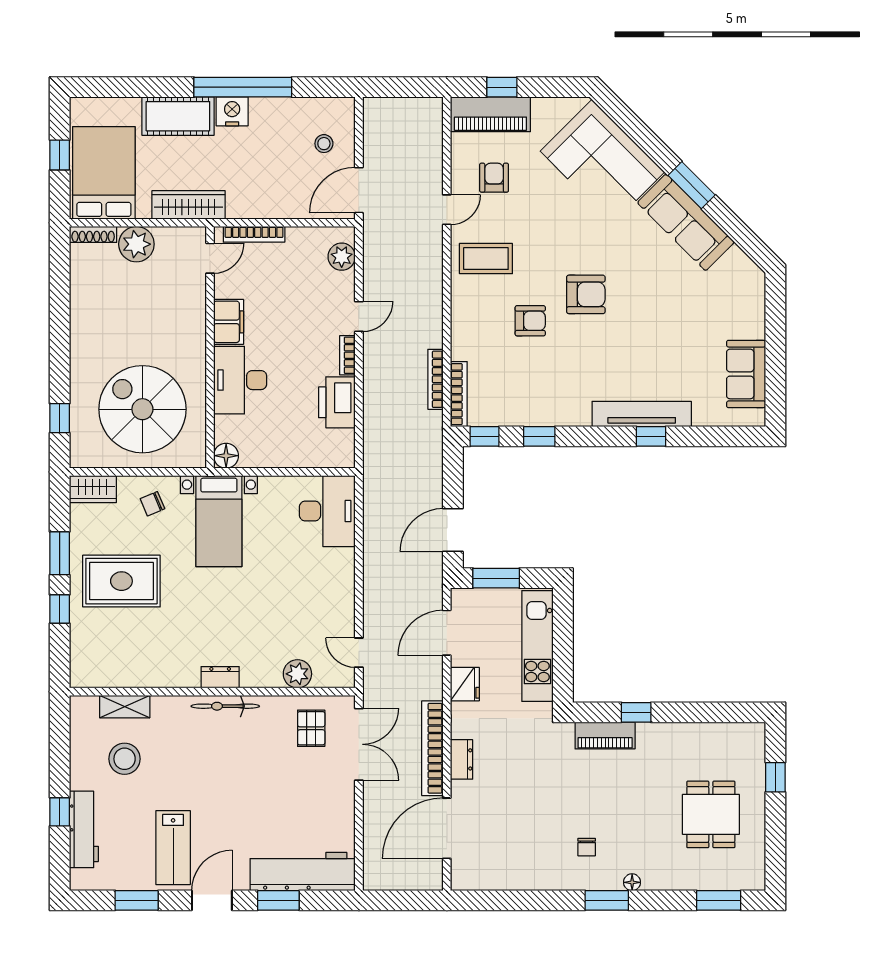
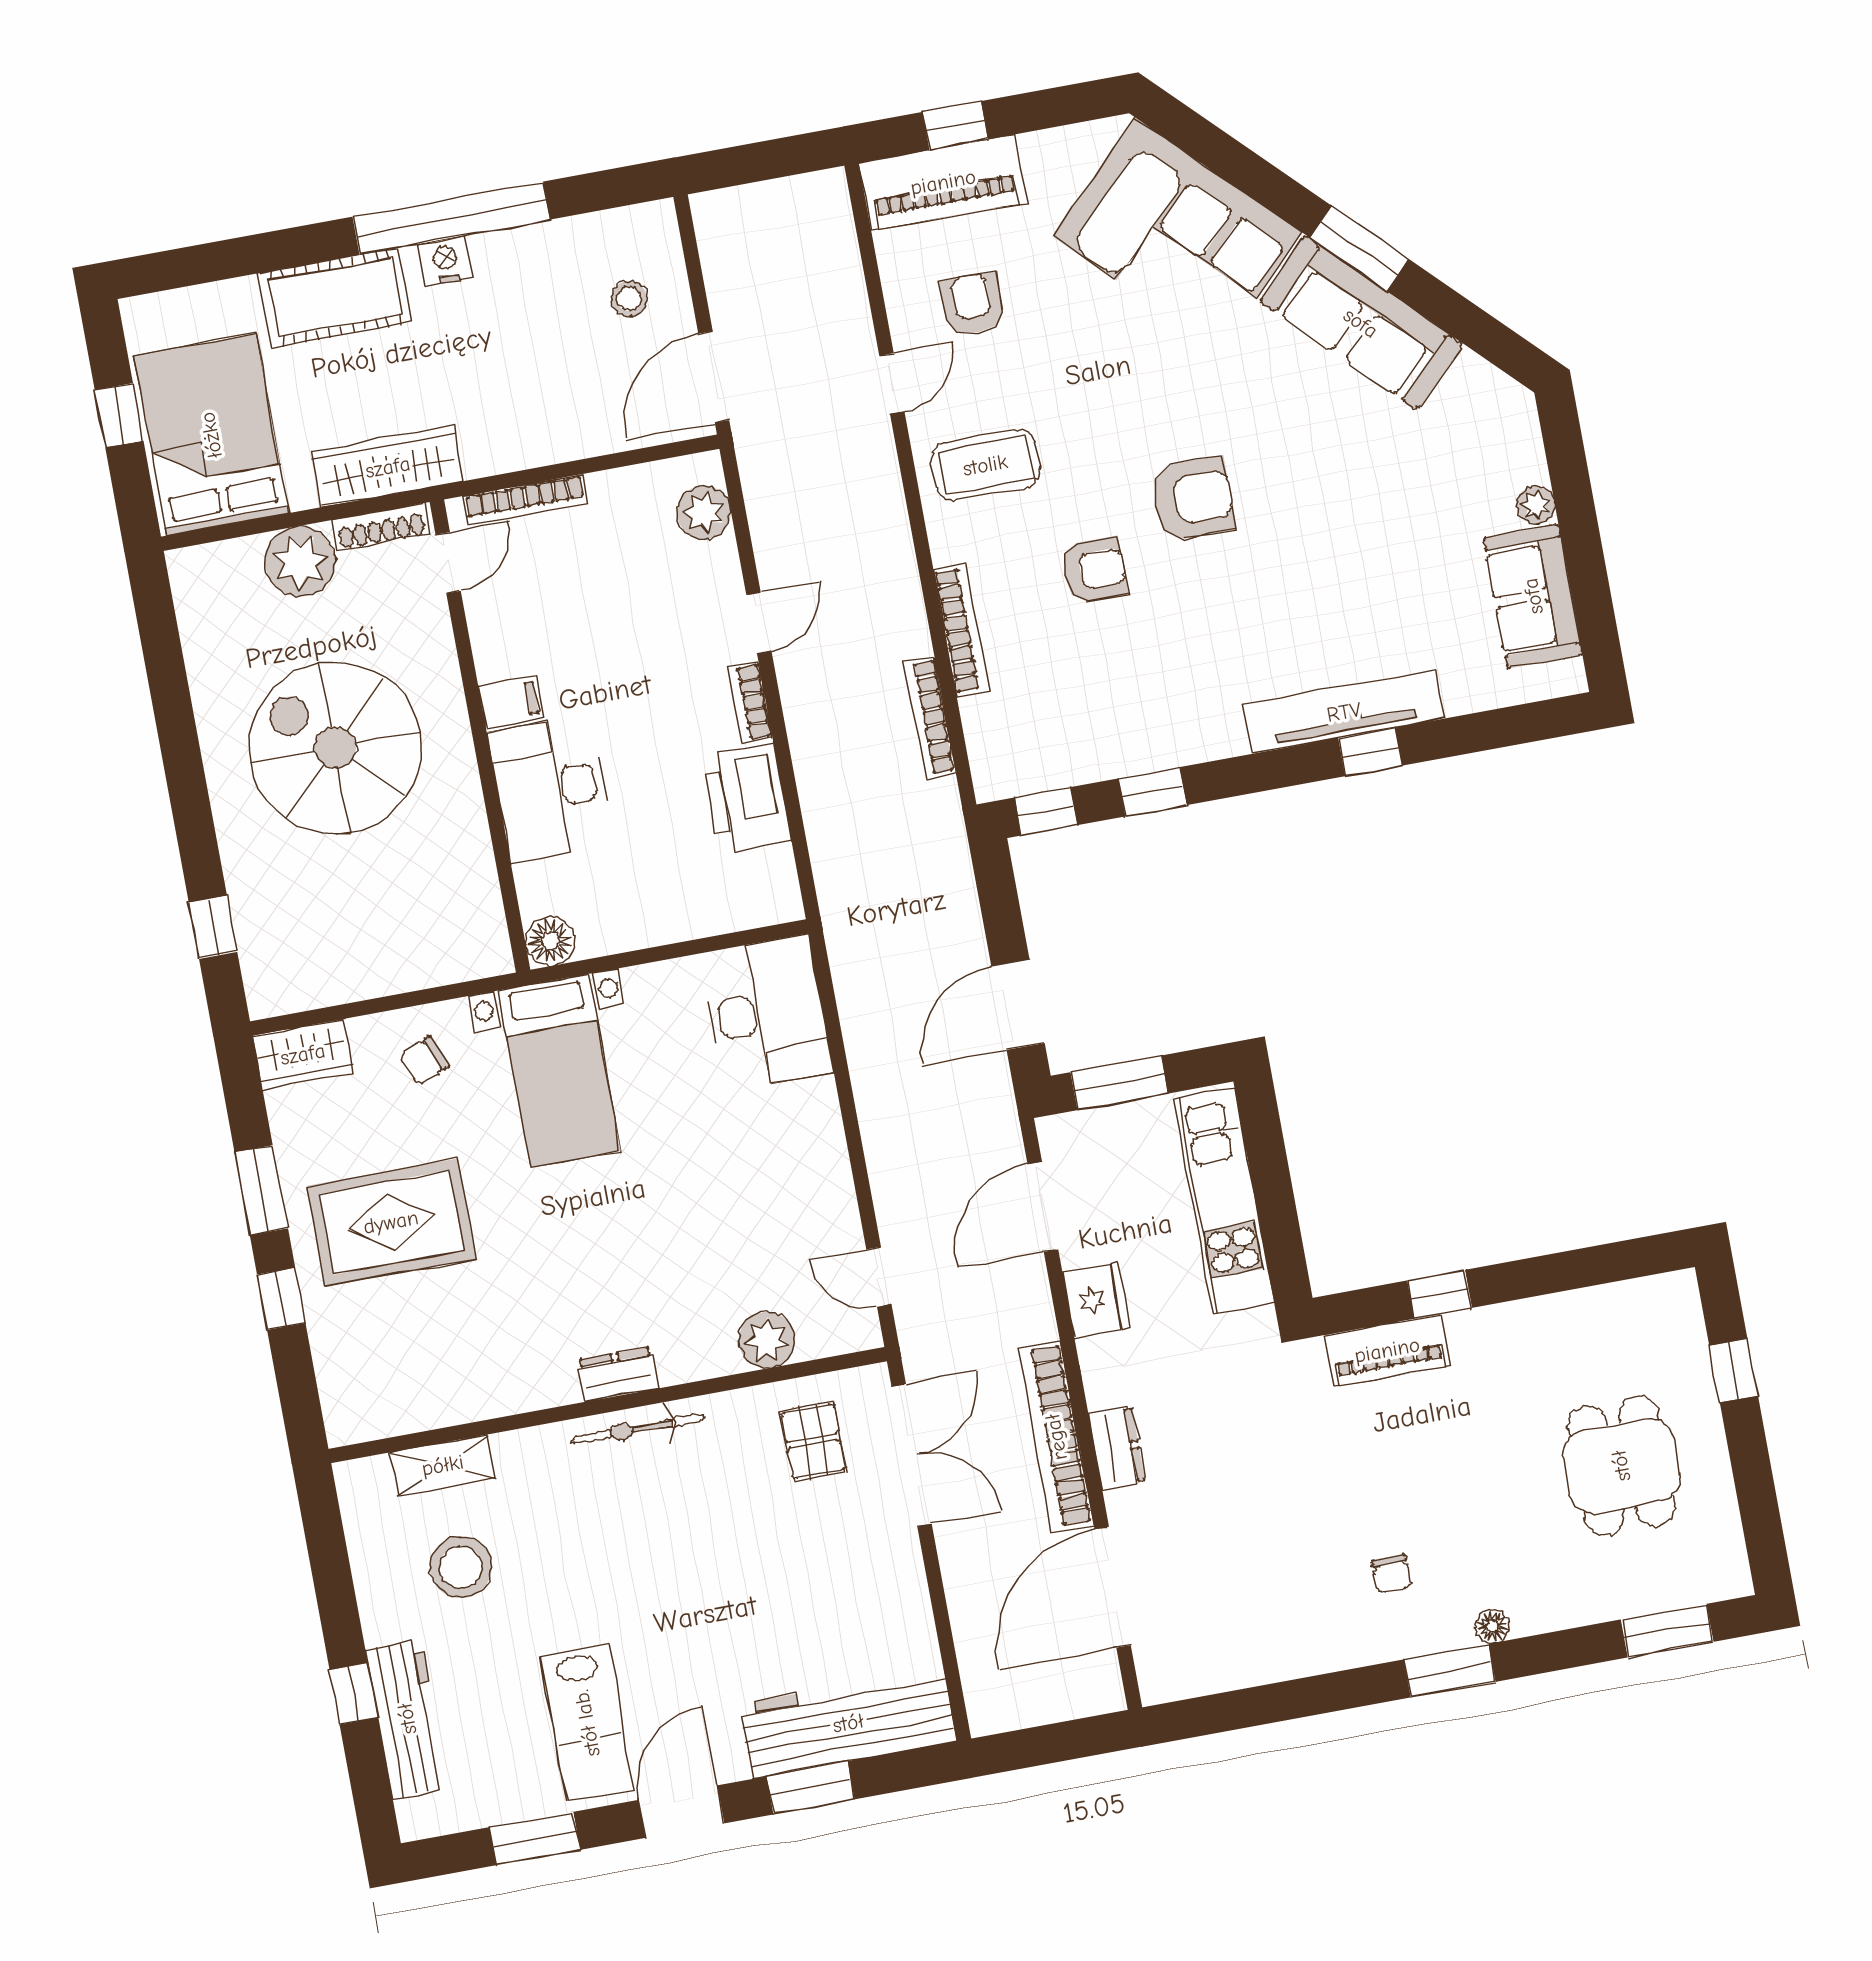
nightstand: (232, 111) -> (446, 261), width x0.74, depth x0.75
shoe rack: (93, 234) -> (381, 527), moved
filing cabinet: (229, 322) -> (511, 702), width x0.50
plant: (756, 329) -> (1536, 505), added
bookcase: (459, 394) -> (961, 630), moved
spiral stairs: (142, 409) -> (335, 748), moved

